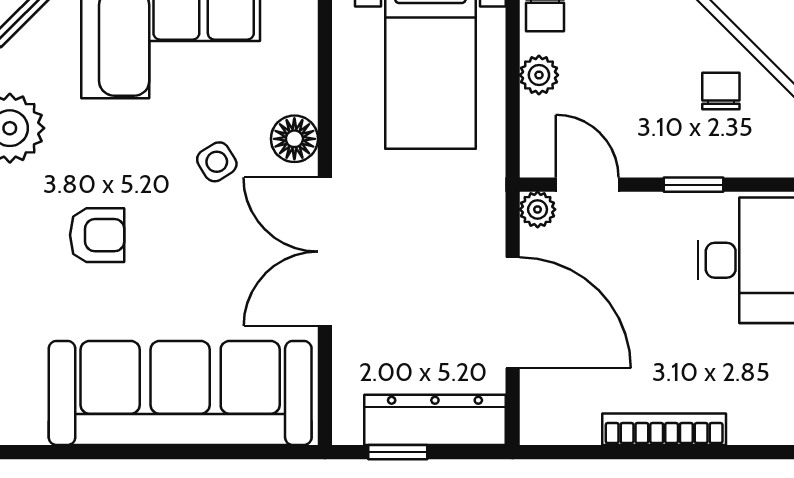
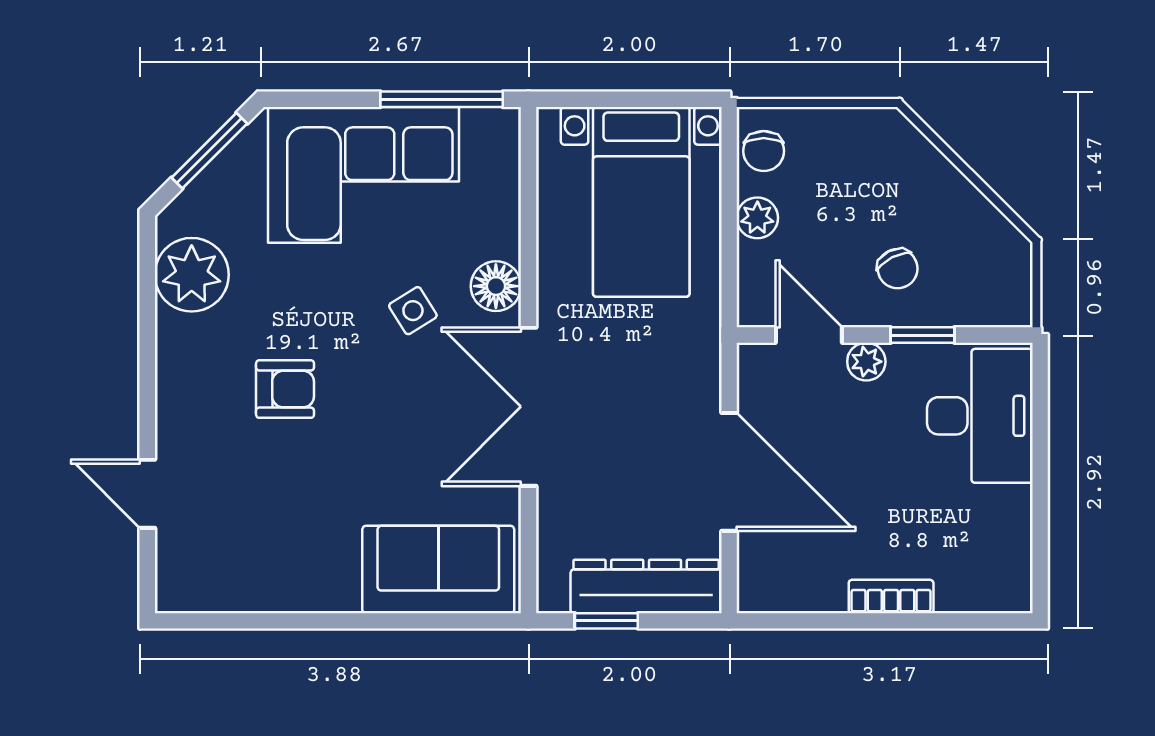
chair: (721, 91) -> (898, 269), moved, turned 153
plant: (538, 209) -> (866, 362), moved
sofa: (180, 393) -> (438, 570), width x0.54, depth x0.79
bookcase: (664, 429) -> (891, 597), width x0.64

